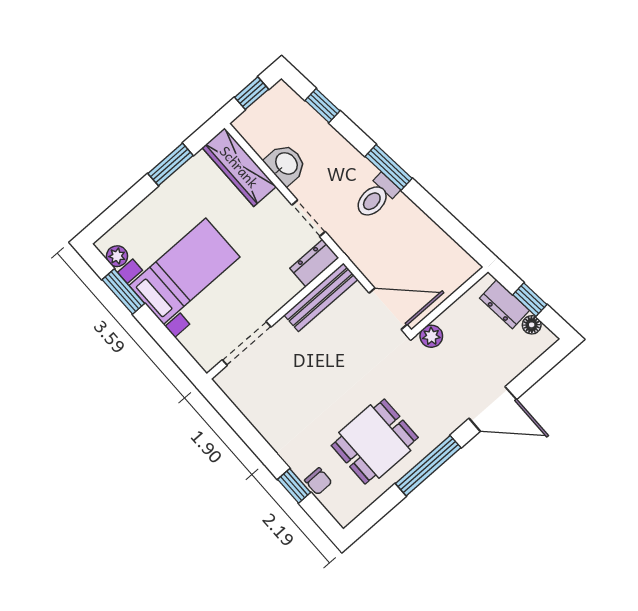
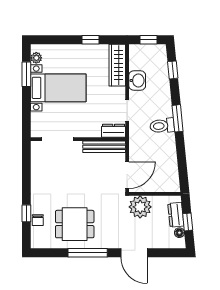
window: (171, 164) -> (91, 40), width x0.67
door: (388, 309) -> (127, 175), hinge flipped
plant: (431, 336) -> (140, 207), width x1.88, depth x1.88

